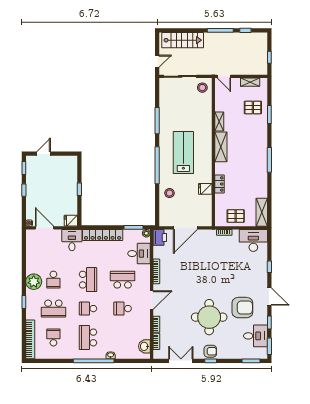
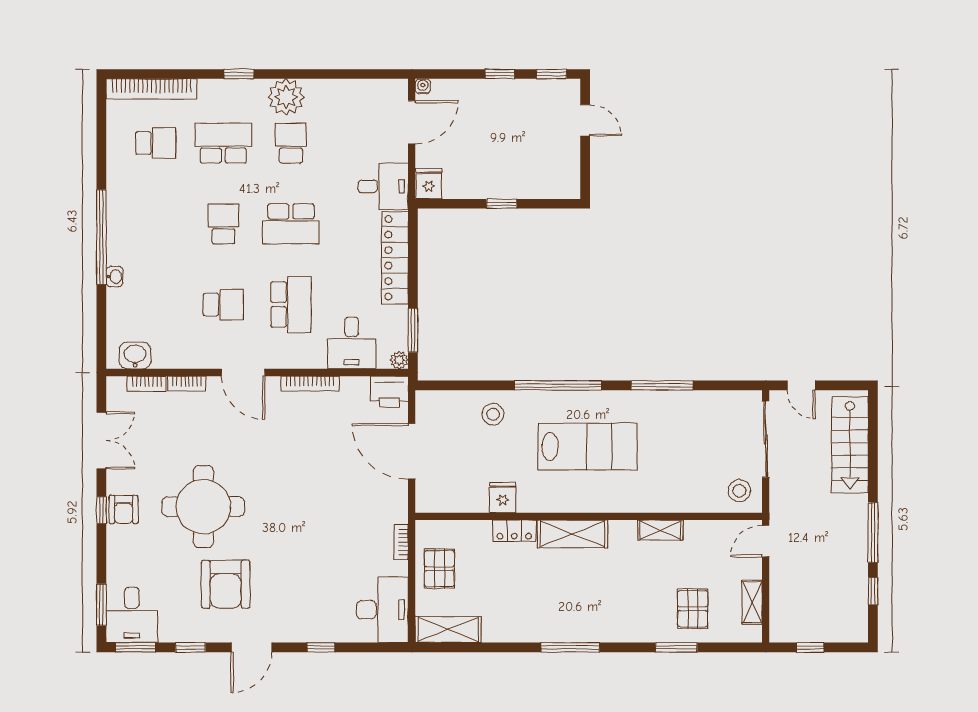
shelving: (221, 147) -> (572, 534), moved
school desk: (53, 280) -> (291, 143), turned 90
school desk: (53, 309) -> (223, 143), turned 90
school desk: (123, 309) -> (223, 305), turned 90
desk: (256, 336) -> (132, 615), moved
school desk: (88, 337) -> (156, 224), removed

